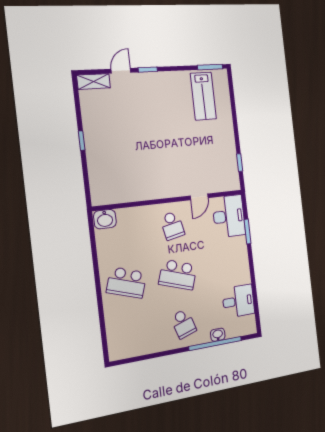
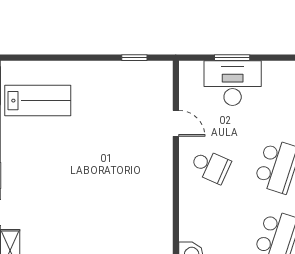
desk: (229, 216) -> (233, 83), moved
school desk: (172, 226) -> (210, 166), turned 36

